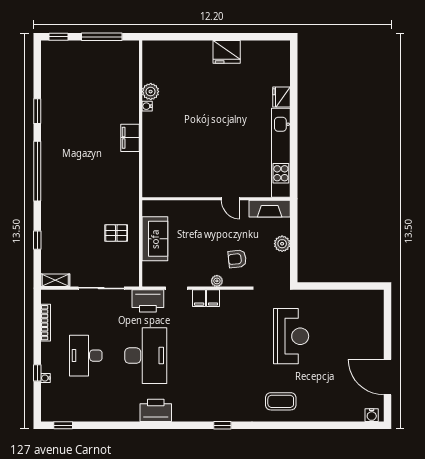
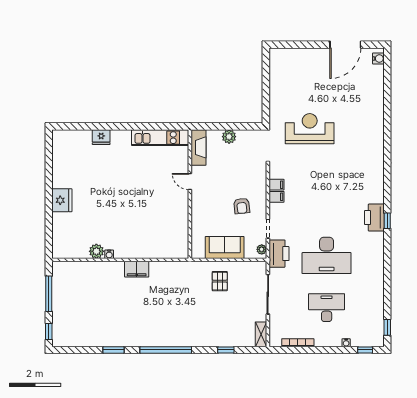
fridge: (227, 52) -> (62, 200), moved
kitchen unit: (281, 153) -> (160, 138), width x0.73
door: (231, 199) -> (190, 181), swing flipped
armchair: (237, 259) -> (242, 206), moved
plant: (217, 281) -> (262, 249), moved
filing cabinet: (199, 298) -> (276, 185), moved
desk: (86, 356) -> (327, 308), turned 180
desk: (146, 356) -> (327, 255), turned 180
window: (37, 373) -> (365, 350), moved
coffee table: (281, 401) -> (366, 138), removed
printer: (156, 410) -> (374, 218), moved
window: (222, 425) -> (387, 221), moved

